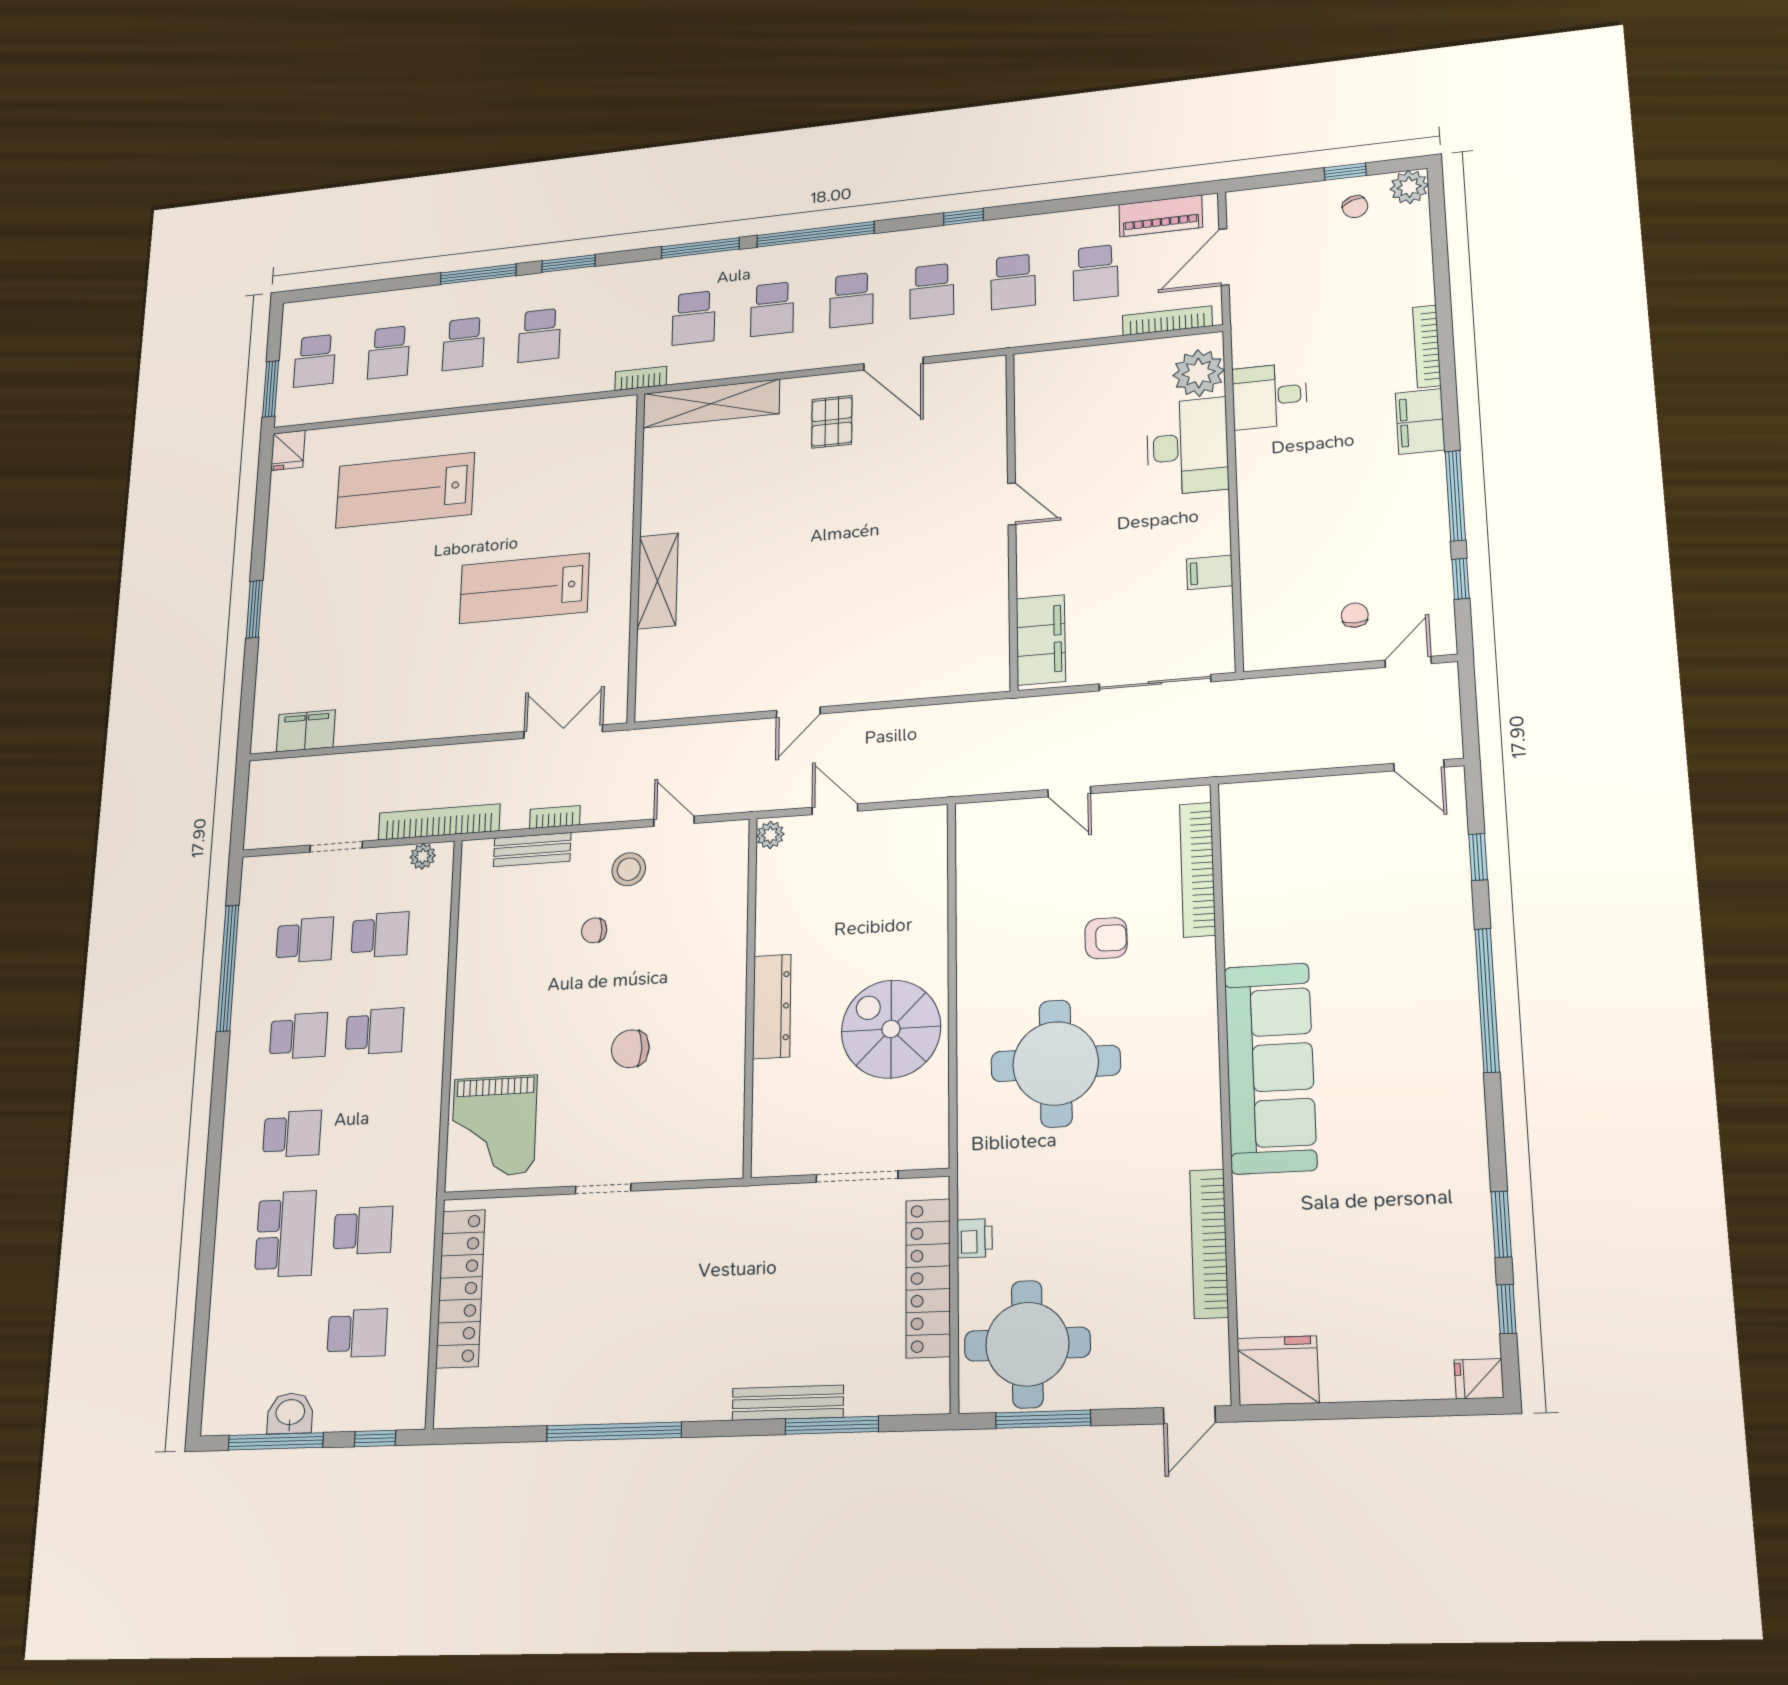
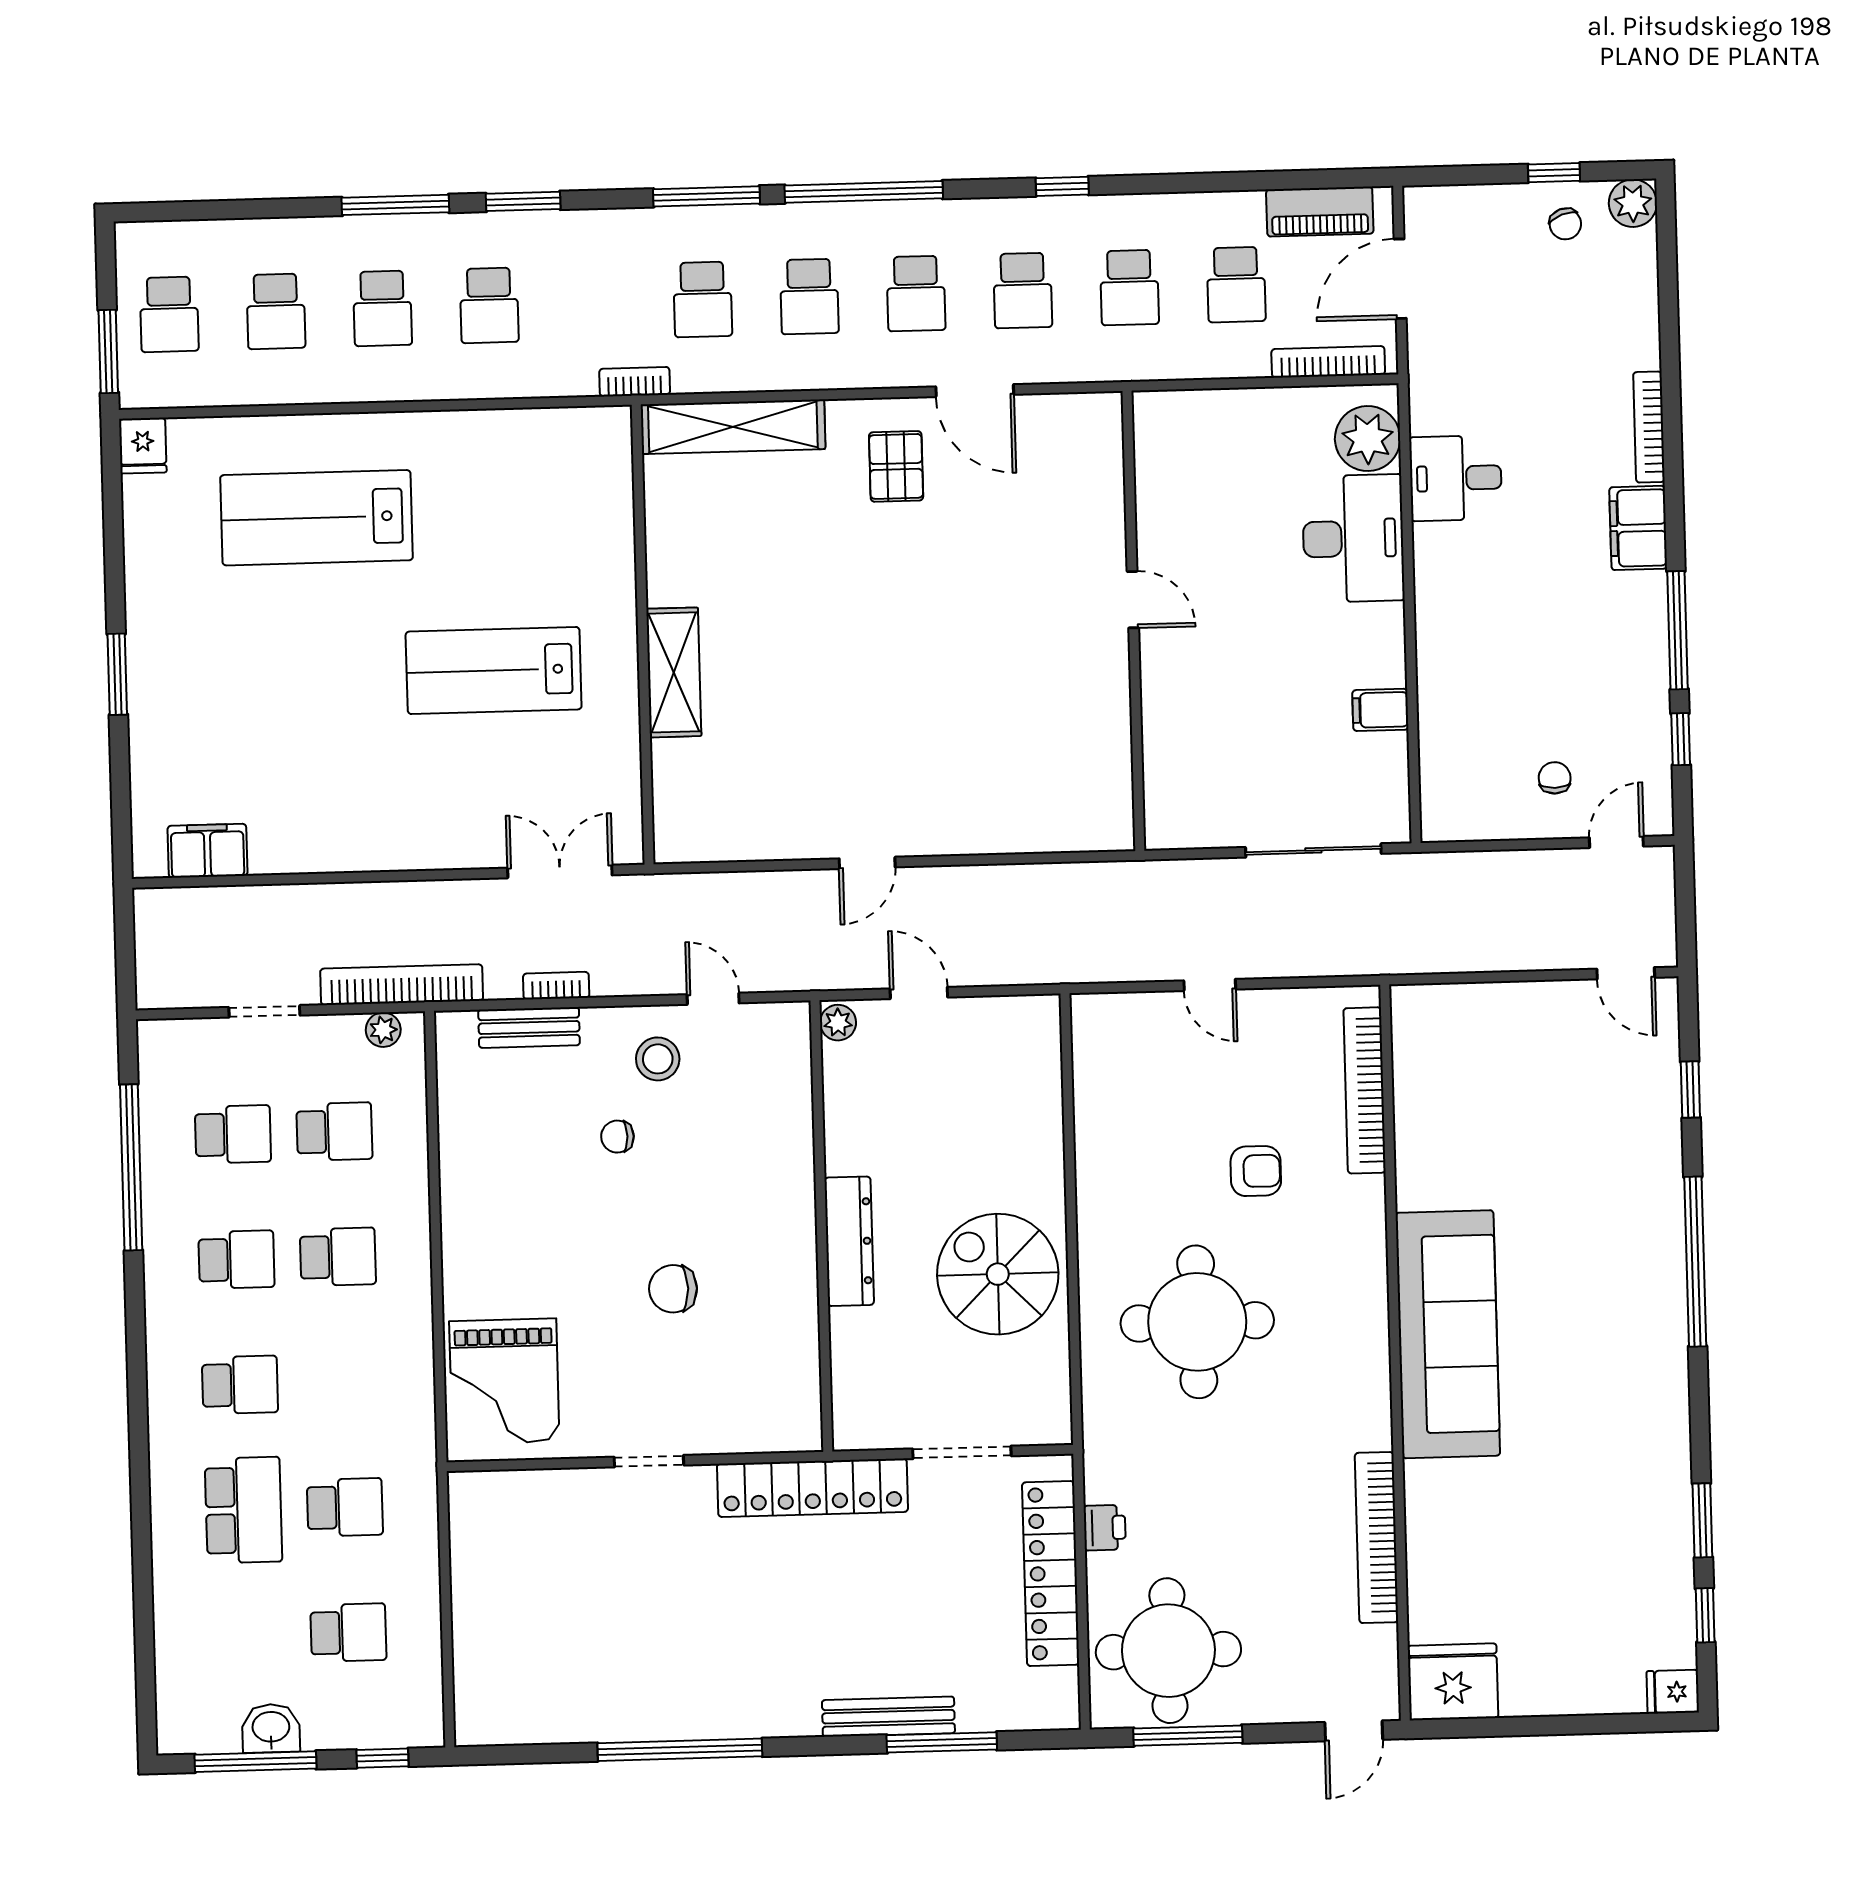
filing cabinet: (1041, 640) -> (1172, 785), removed
locker: (460, 1288) -> (812, 1488), moved, turned 90

